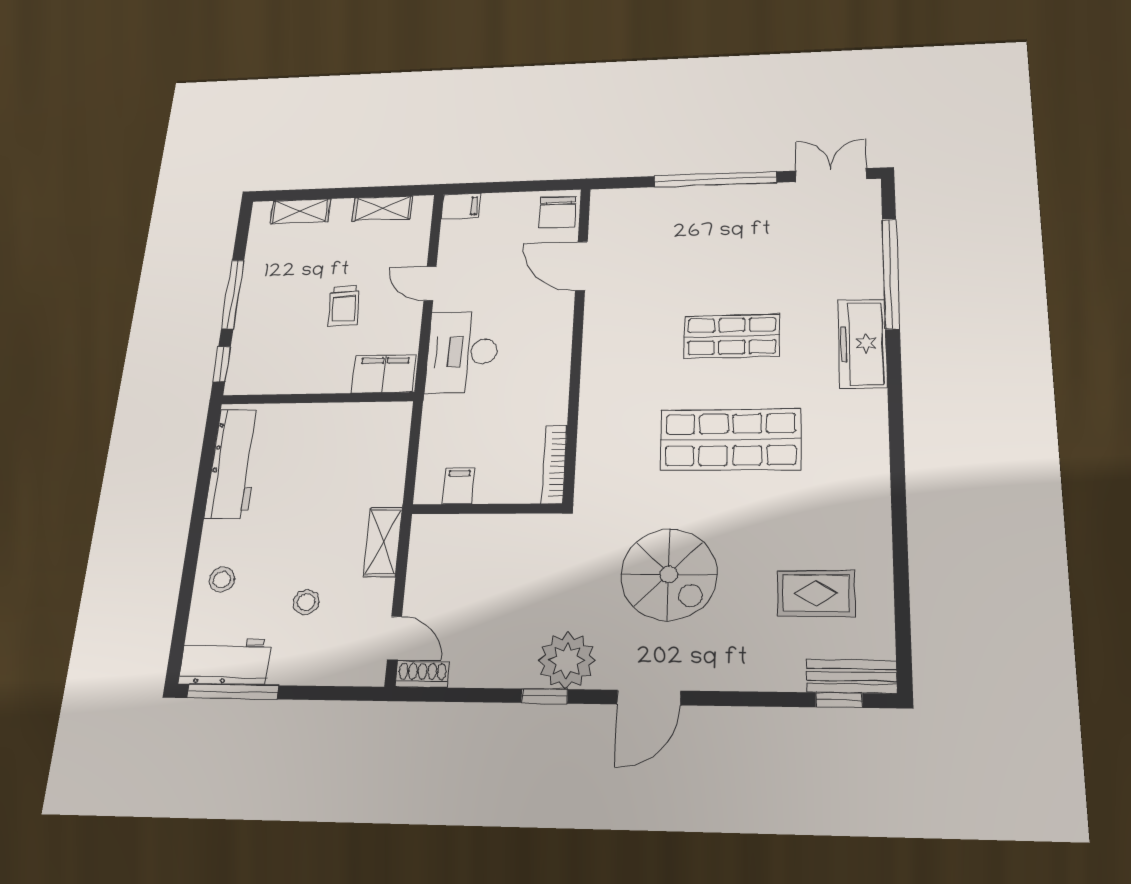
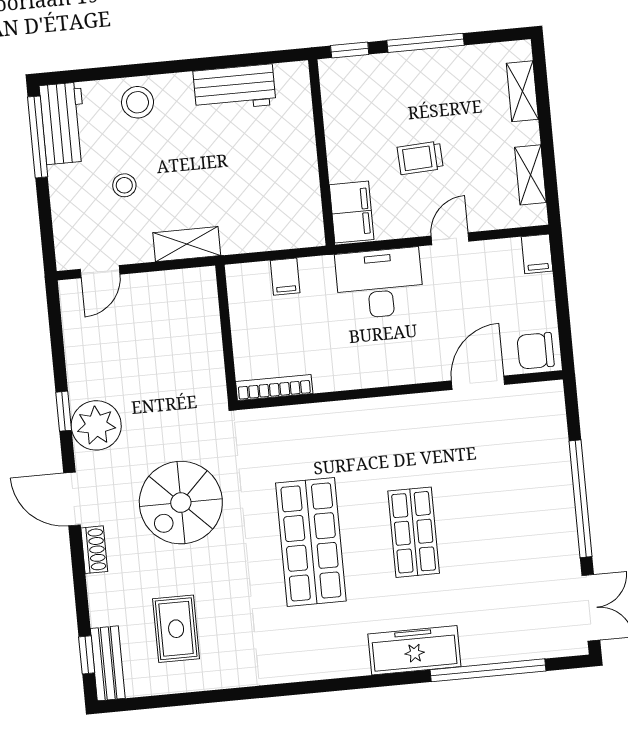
workbench: (234, 464) -> (234, 88), width x0.73
filing cabinet: (459, 486) -> (285, 277), moved, turned 90
stool: (222, 579) -> (138, 102), width x1.37, depth x1.37
shoe rack: (422, 674) -> (94, 550), moved

